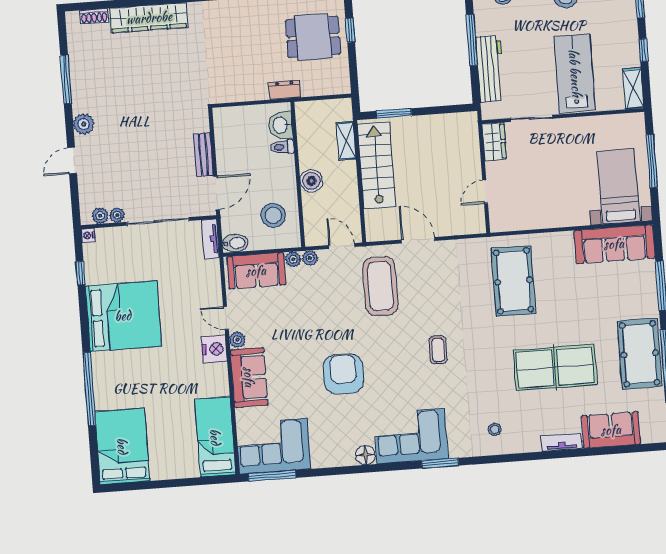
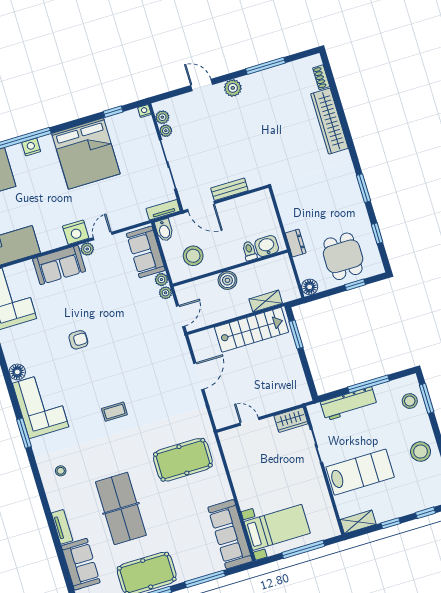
floor lamp: (341, 85) -> (310, 287), added
coffee table: (380, 286) -> (155, 354), removed
armchair: (343, 374) -> (78, 340), width x0.53, depth x0.53
nightstand: (101, 380) -> (31, 147), added

